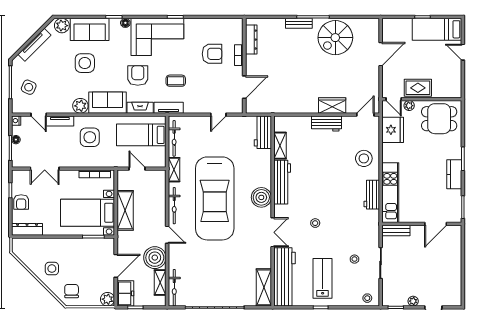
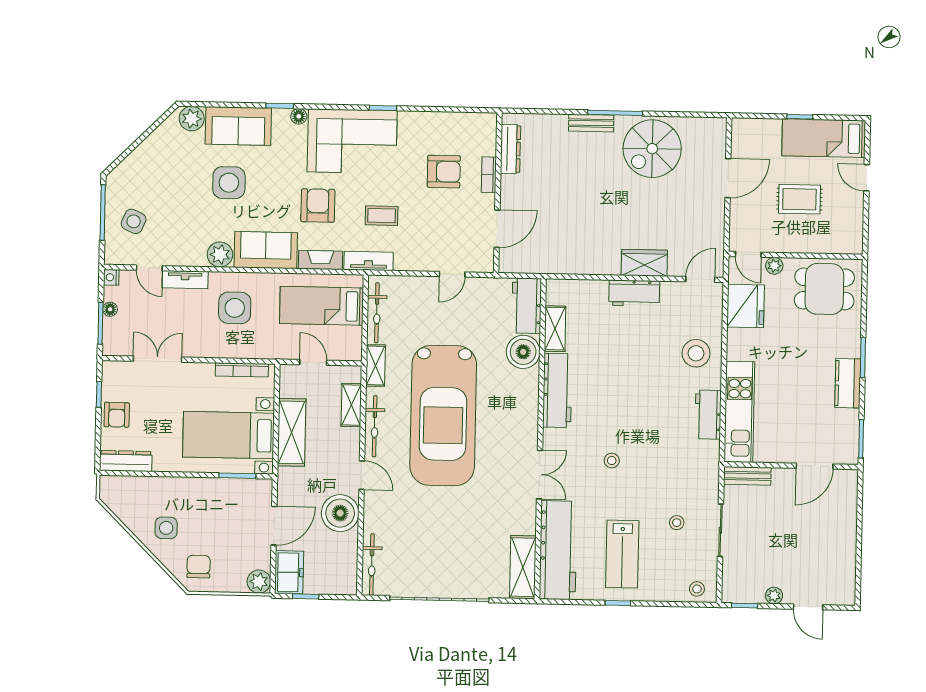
tv unit: (34, 45) -> (145, 150), removed
rug: (418, 88) -> (799, 199), moved
double door: (45, 169) -> (157, 359), swing flipped
boiler: (261, 197) -> (523, 352), moved
lab bench: (323, 278) -> (622, 554), turned 180
shelving: (160, 283) -> (351, 405), moved

